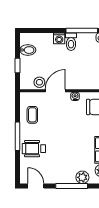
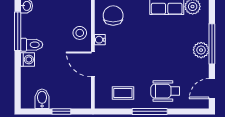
stool: (39, 82) -> (80, 33), moved
wheelchair: (34, 149) -> (165, 91), turned 90
plant: (82, 177) -> (201, 50), moved

